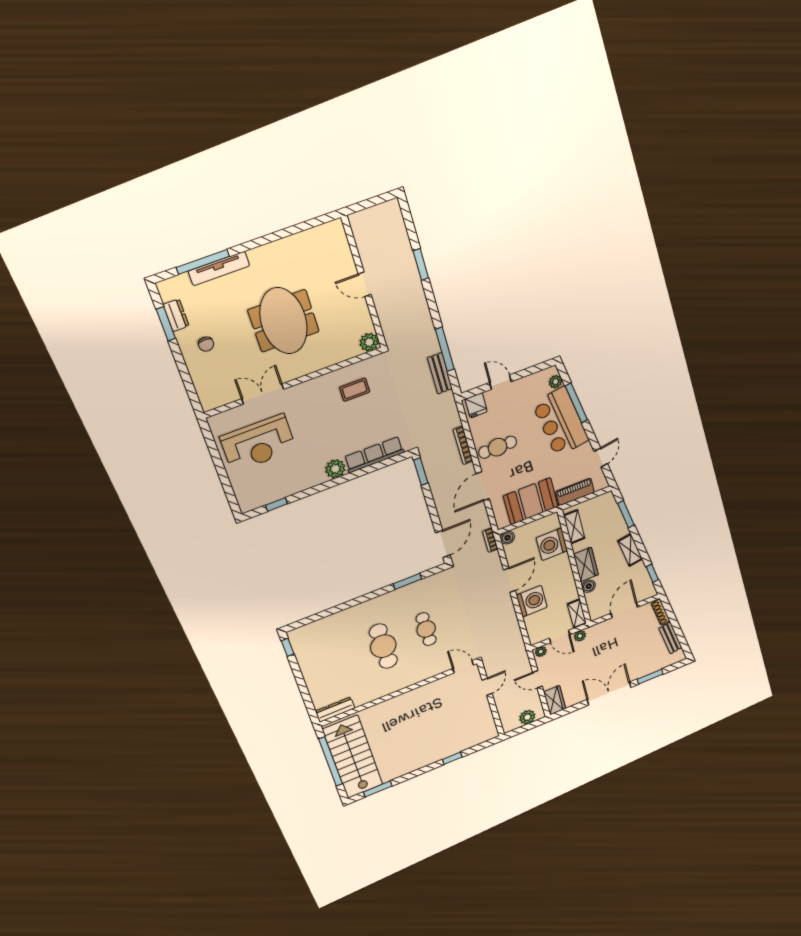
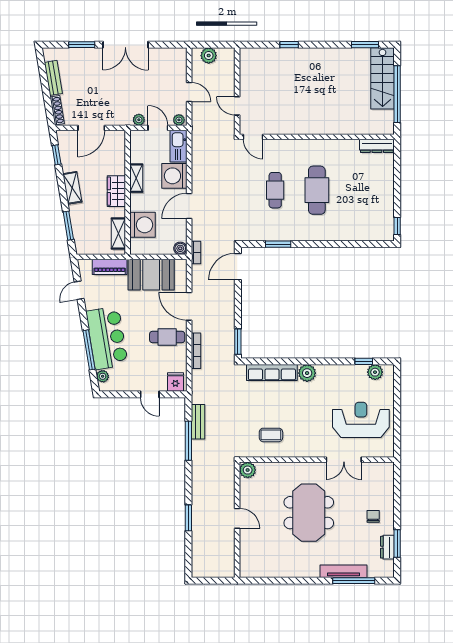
door: (483, 486) -> (189, 306), swing flipped
plant: (260, 498) -> (375, 372), added
boiler: (589, 586) -> (119, 168), removed
shelving: (577, 614) -> (136, 178), moved
kitchen sink: (535, 629) -> (178, 146), added
door: (487, 687) -> (237, 106), hinge flipped
wardrobe: (555, 700) -> (179, 62), removed
stairs: (353, 757) -> (383, 78), width x0.73, depth x0.66

